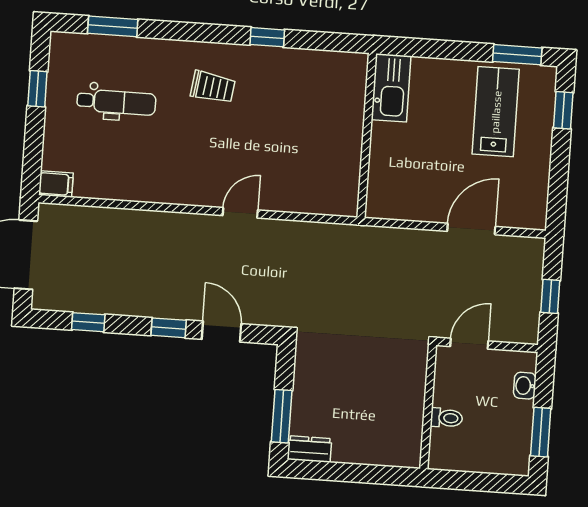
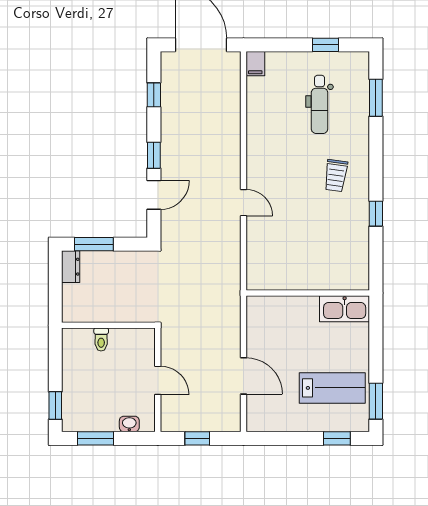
wall: (428, 407) -> (108, 325), moved
toilet: (446, 418) -> (101, 339), moved
window: (493, 483) -> (55, 405), added

